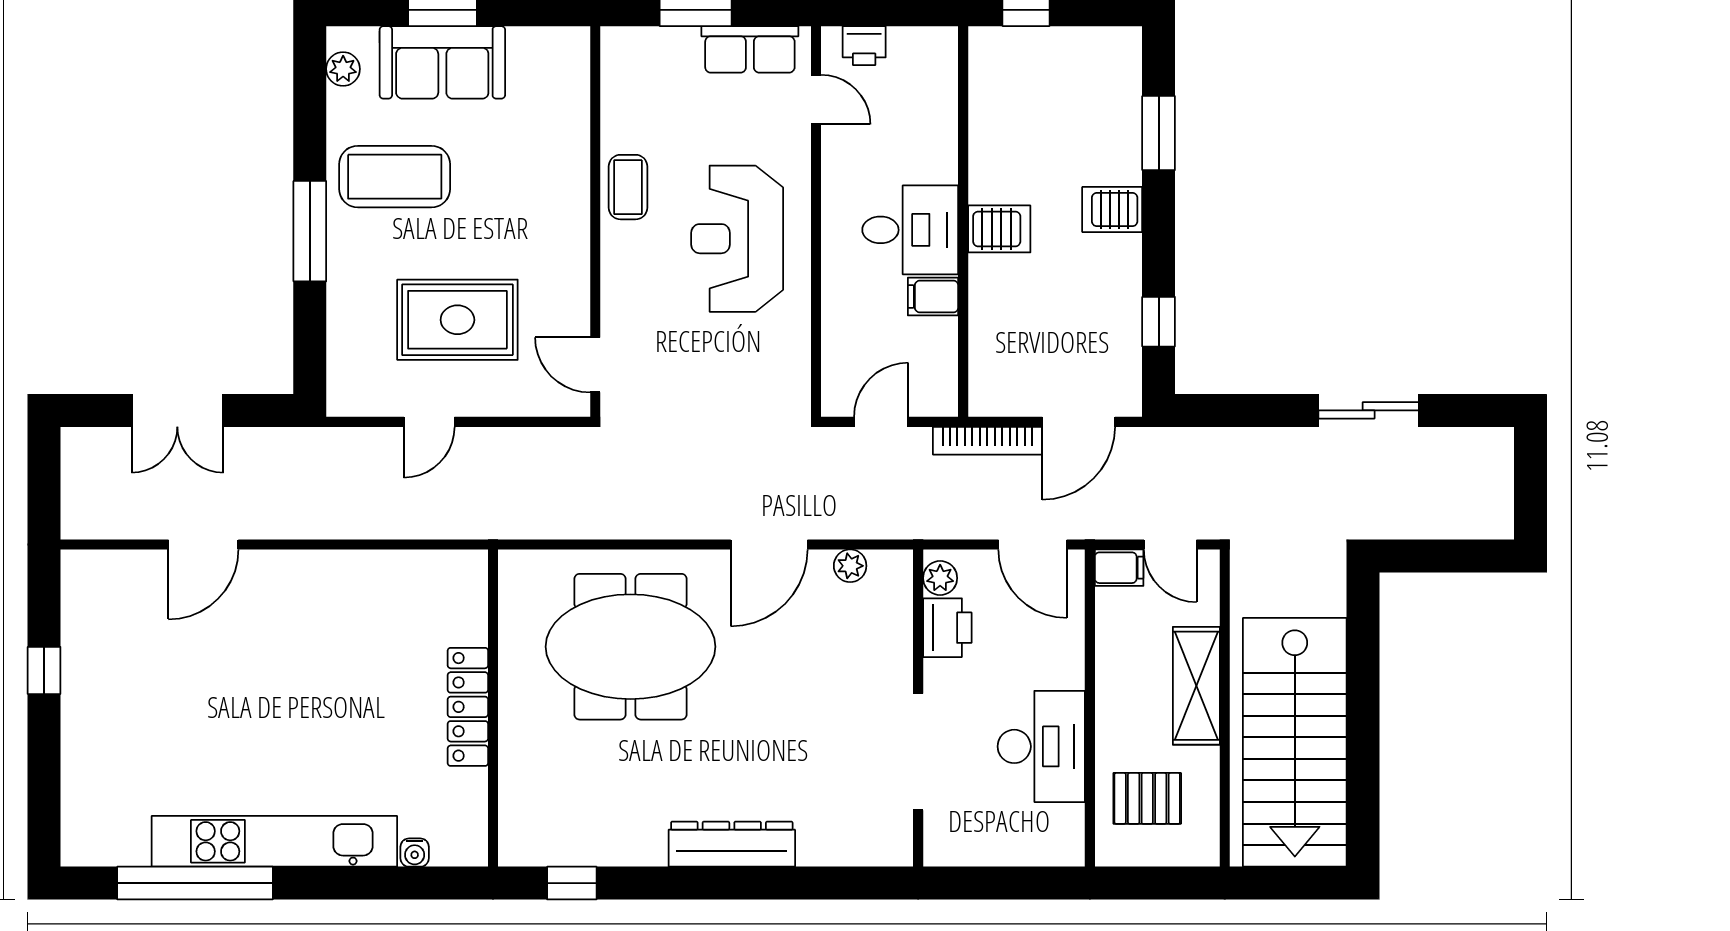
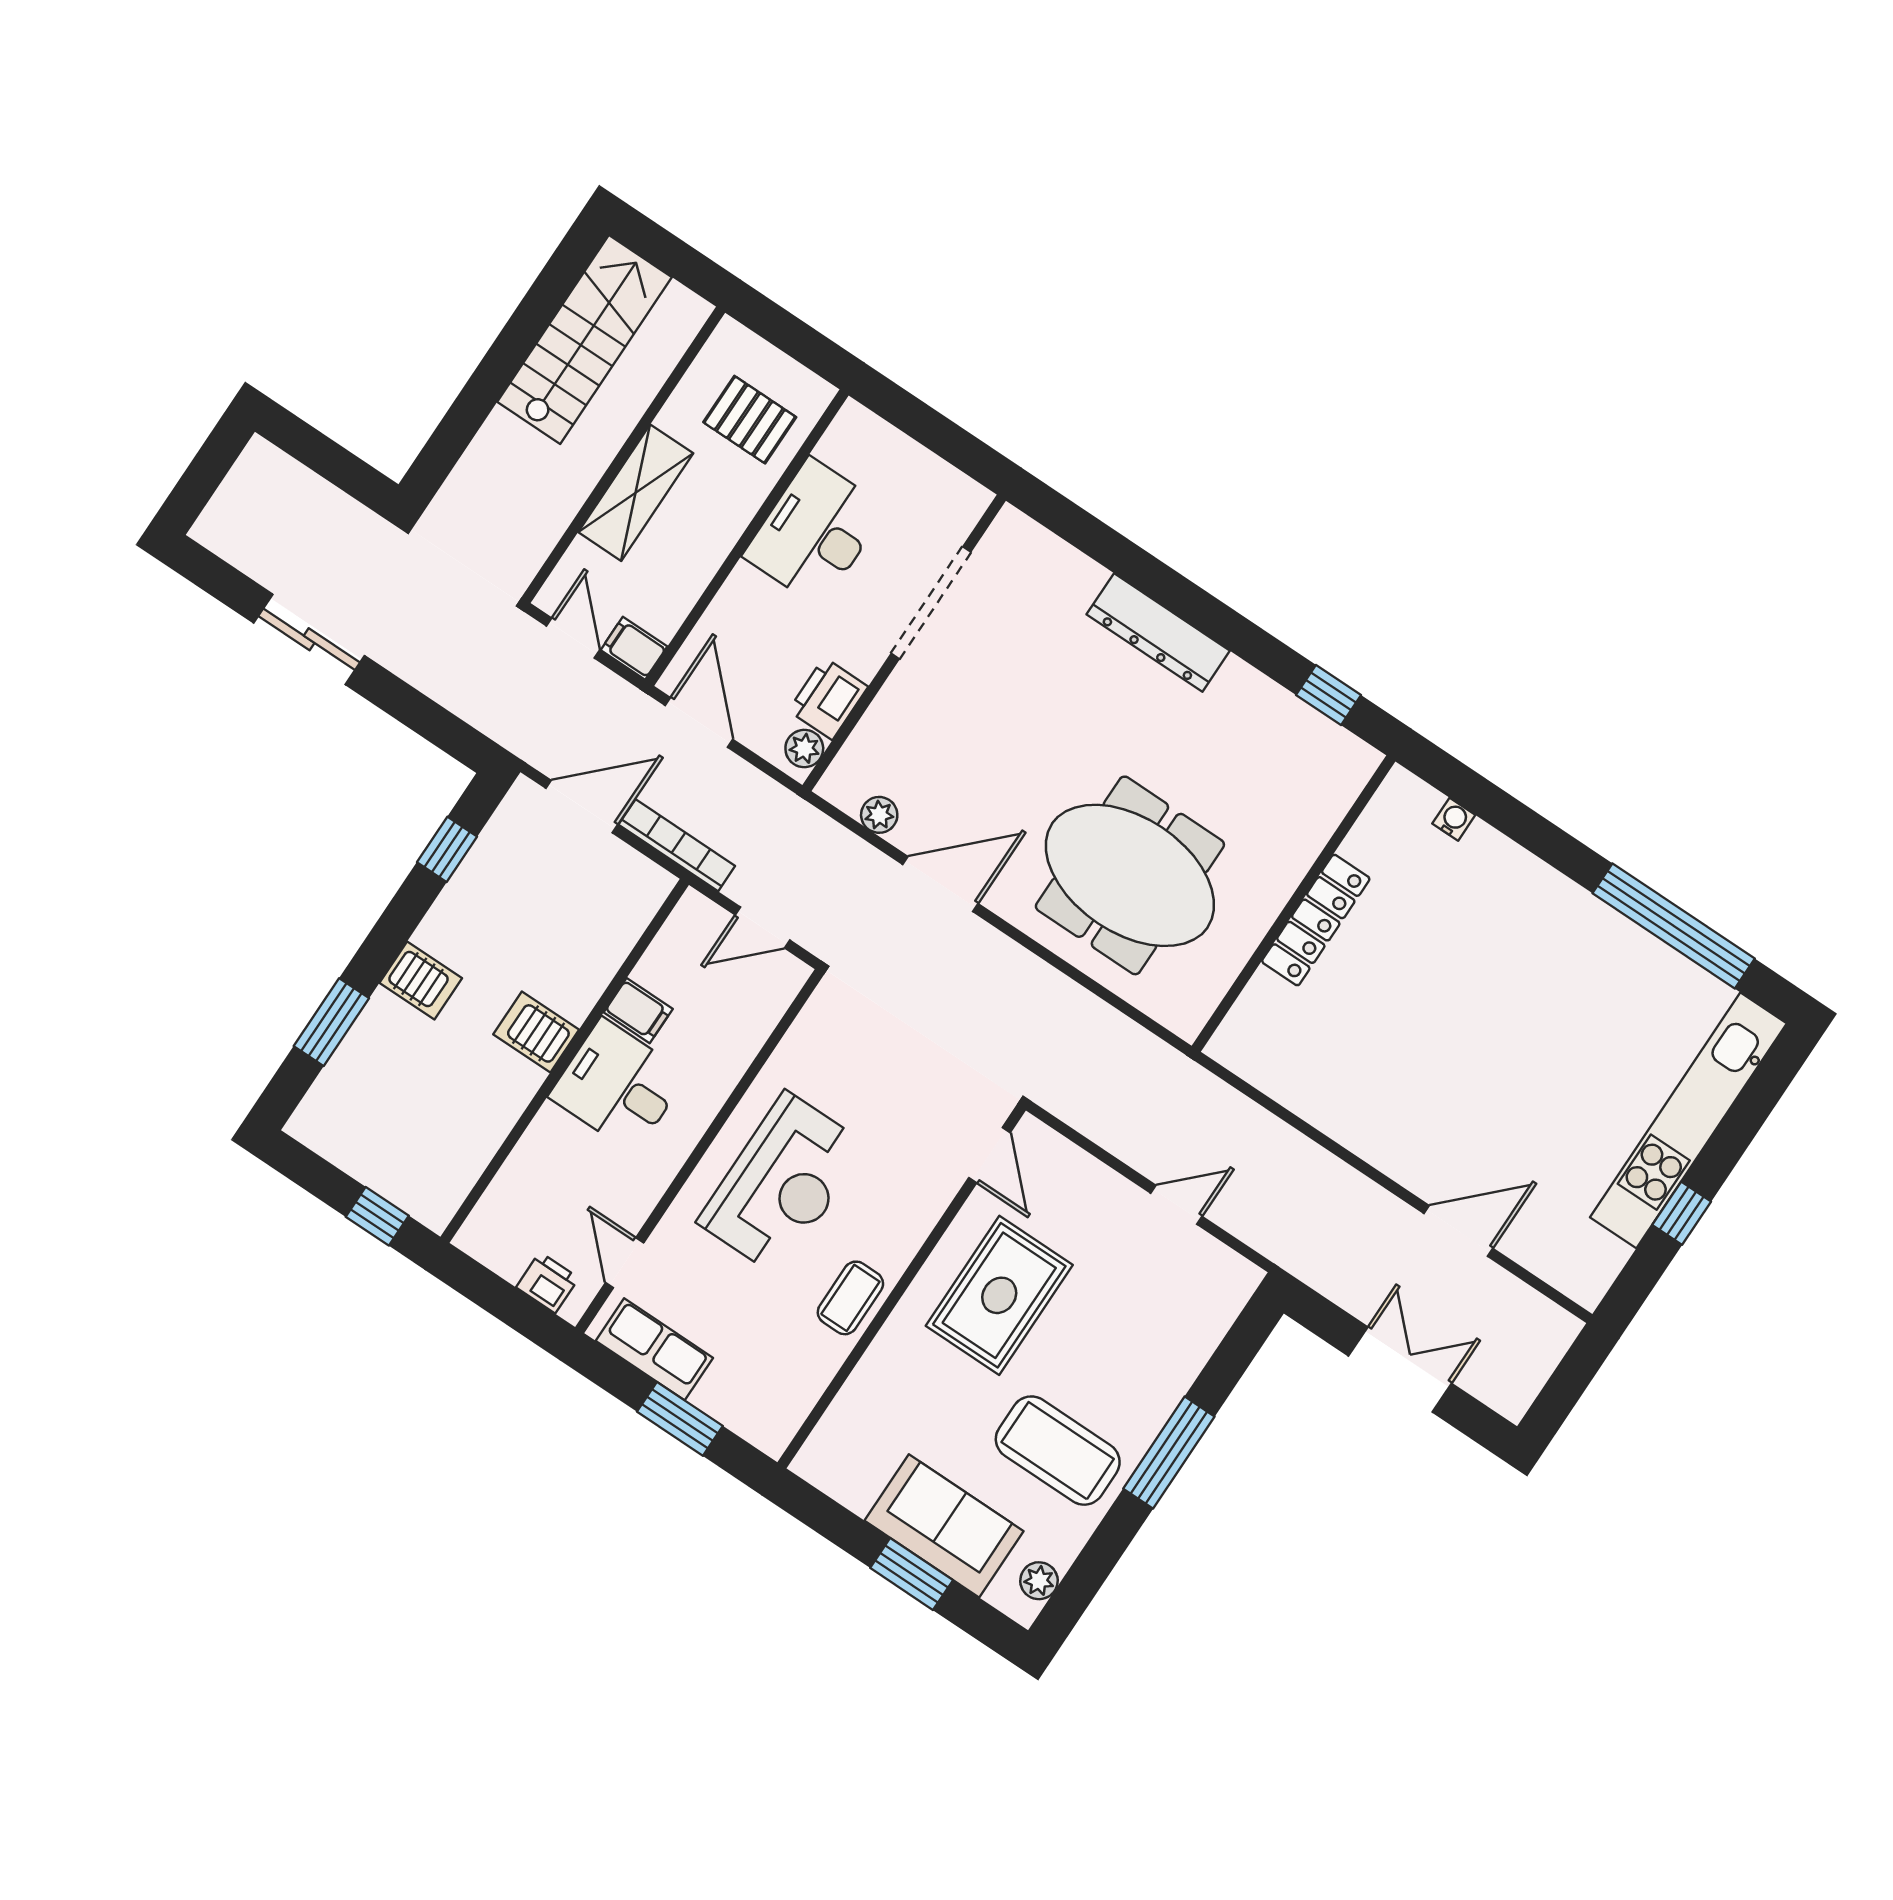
rug: (457, 320) -> (999, 1295), moved, turned 90
stairs: (1295, 742) -> (585, 340), width x0.73, depth x0.66
kitchen unit: (274, 841) -> (1688, 1120), moved, turned 90

